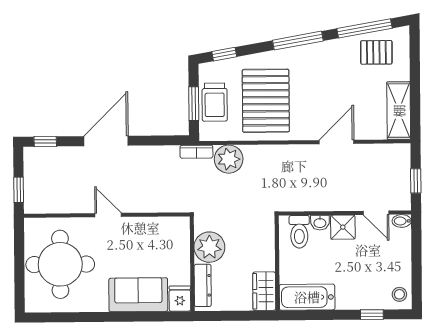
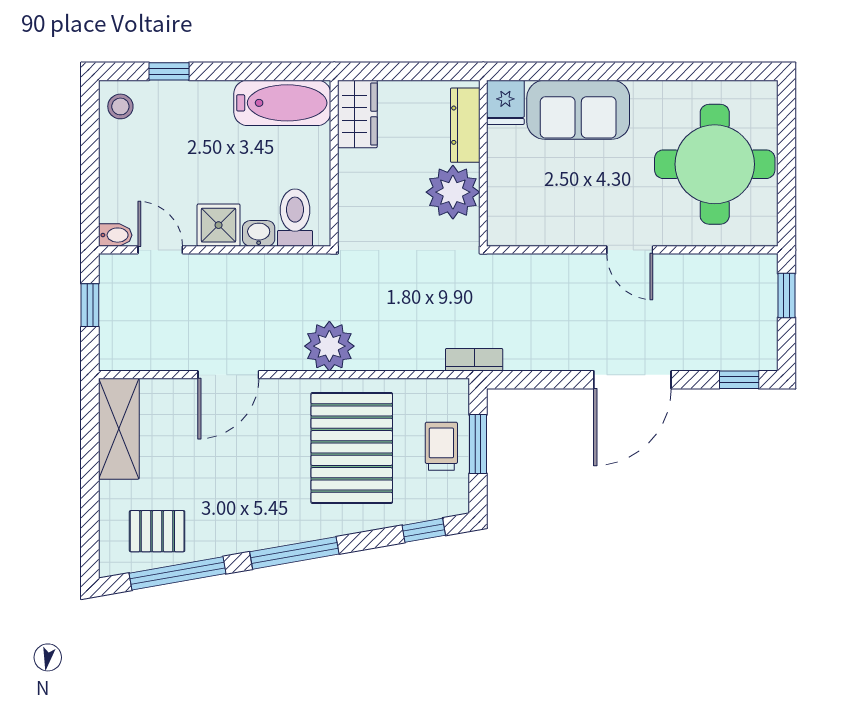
trolley: (215, 102) -> (441, 446), width x0.73, depth x0.72
plant: (229, 159) -> (329, 346), moved

